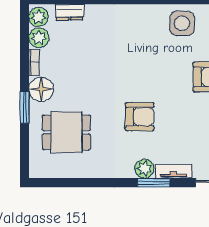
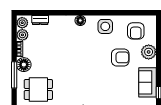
floor lamp: (139, 13) -> (80, 20), added
window: (25, 107) -> (14, 75), width x1.44
armchair: (140, 117) -> (81, 80), removed

